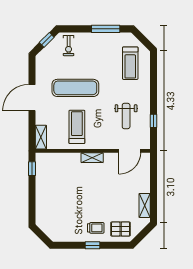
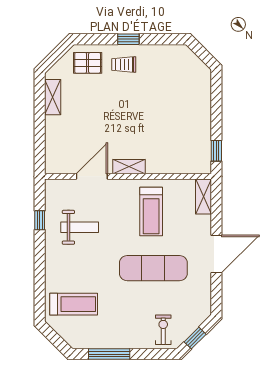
treadmill: (130, 63) -> (74, 304), turned 90
weight bench: (126, 116) -> (80, 227), turned 90
door: (130, 151) -> (92, 176), moved

